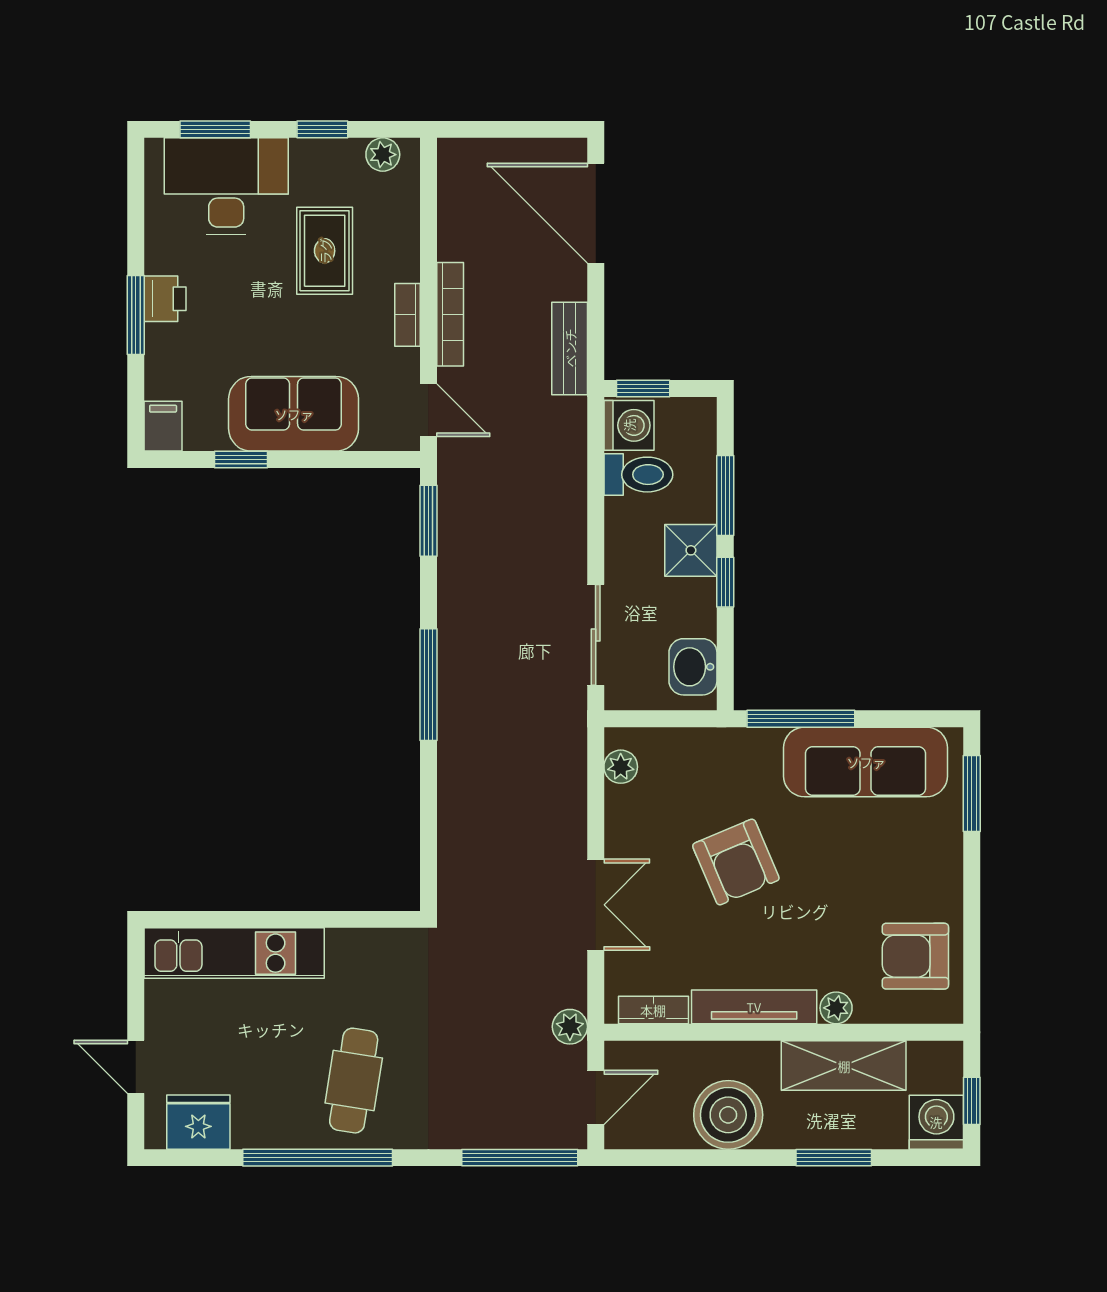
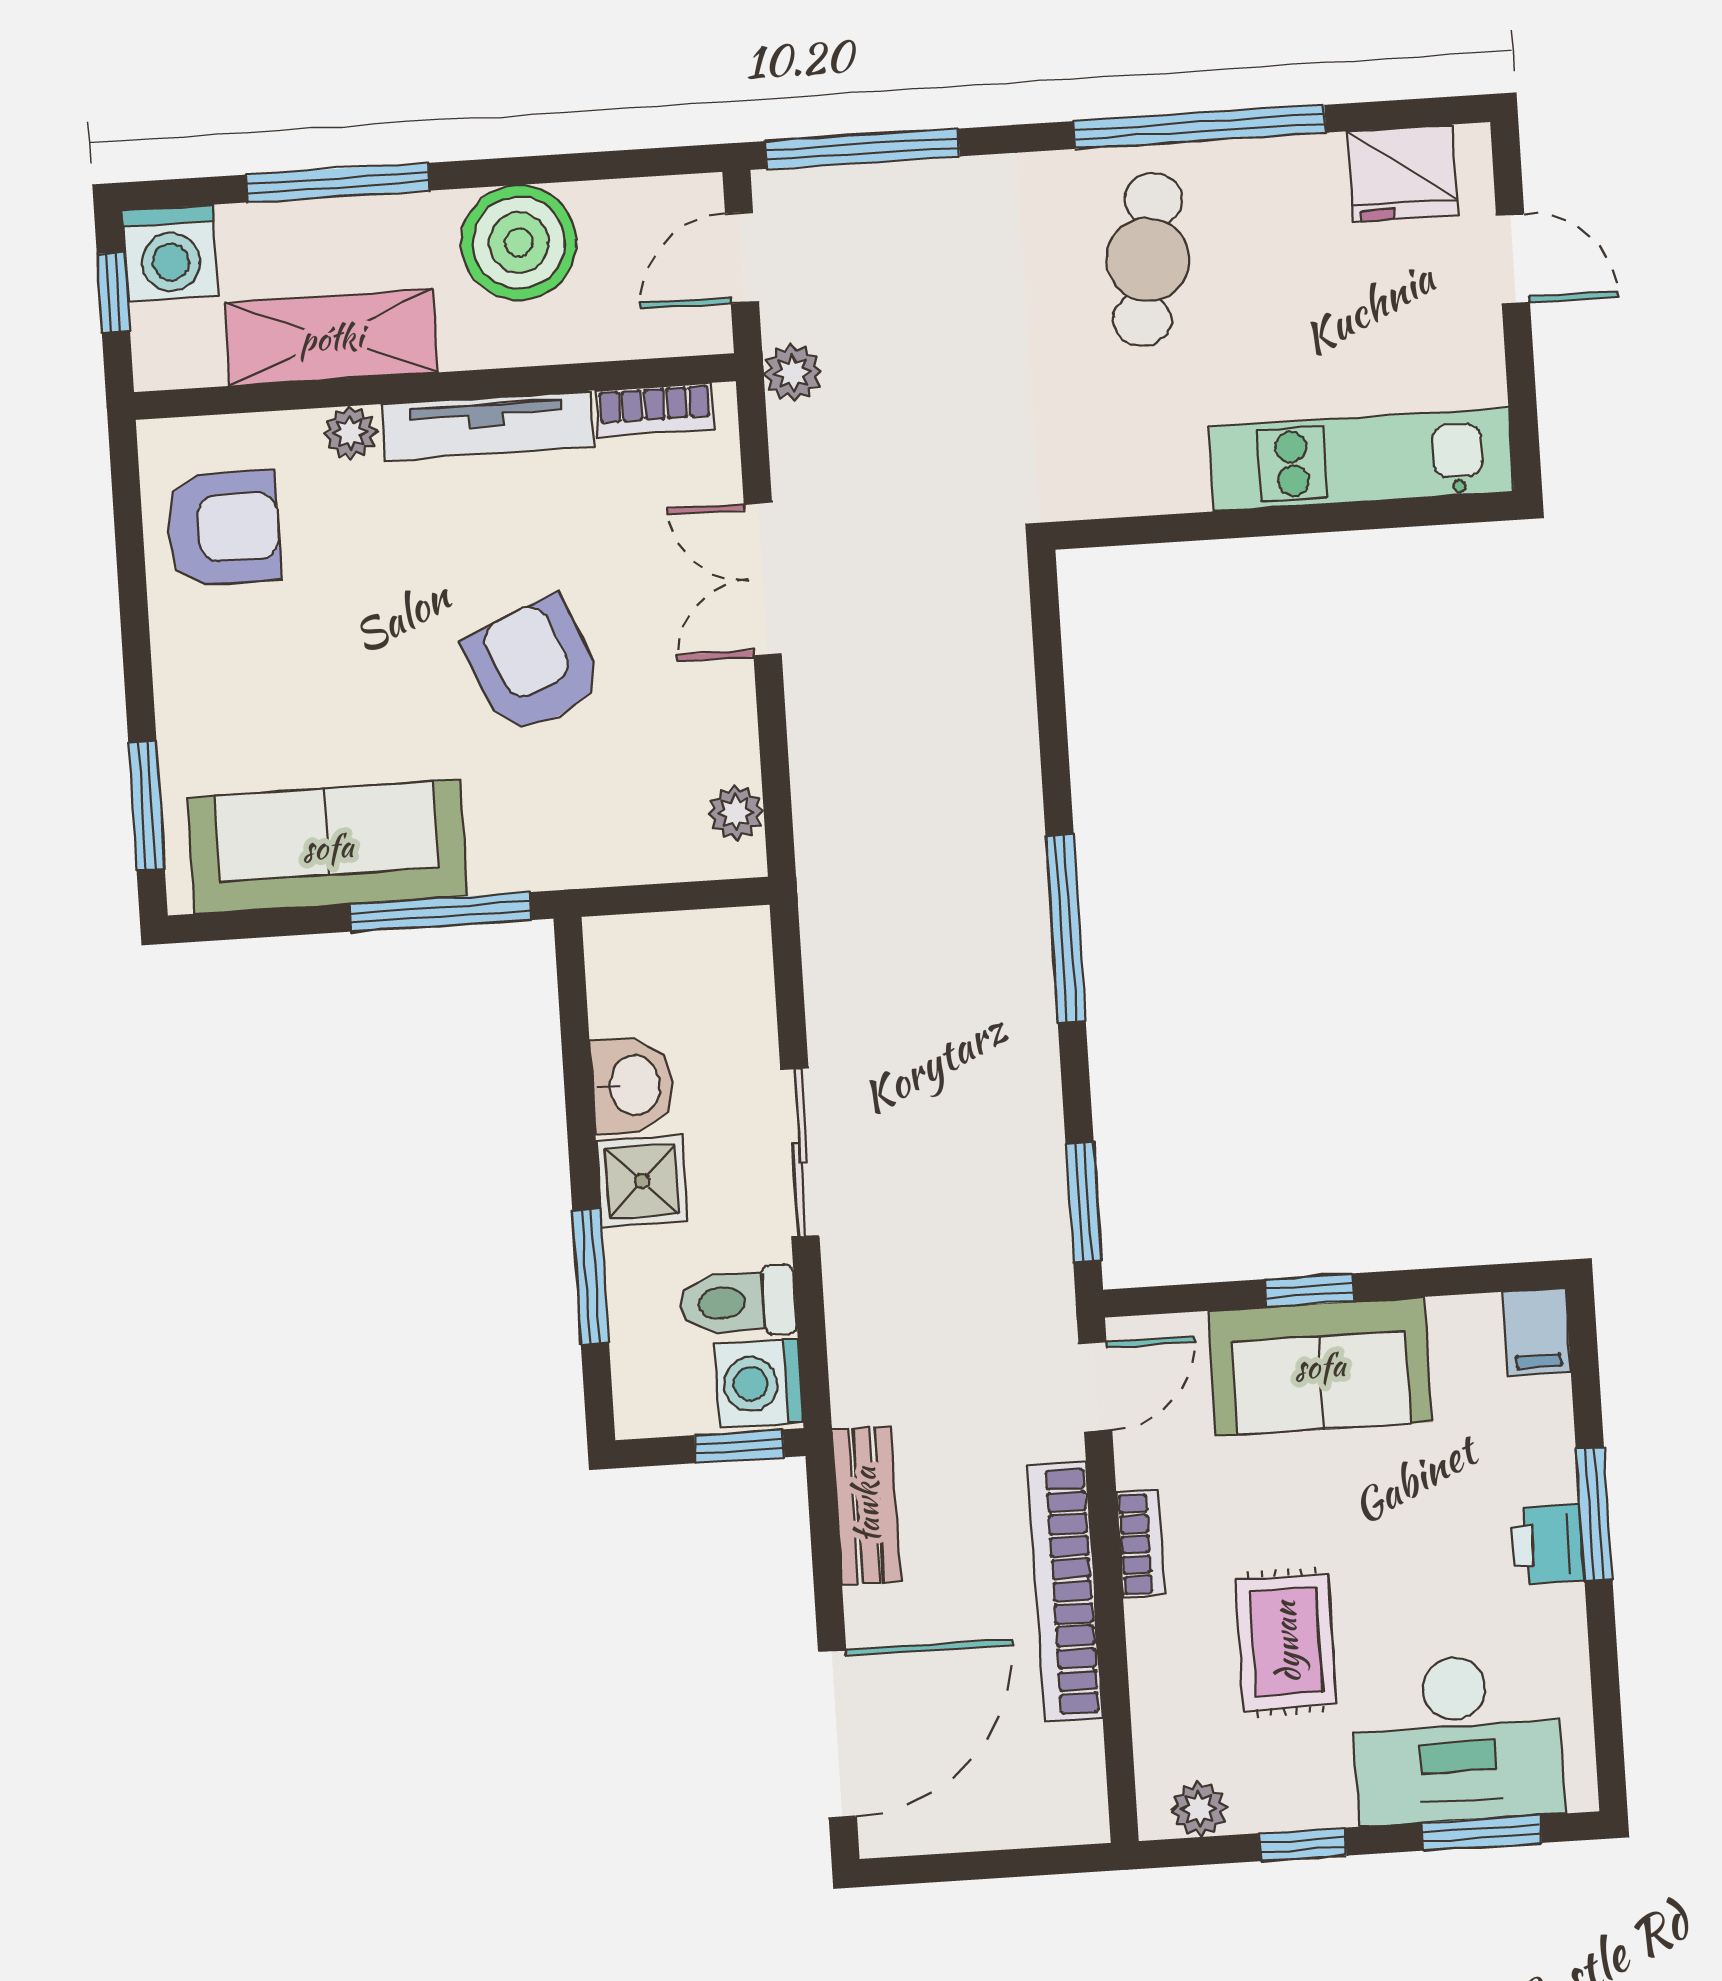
door: (596, 213) -> (837, 1734), hinge flipped
bookcase: (450, 314) -> (1065, 1592), width x1.48, depth x1.31
door: (428, 410) -> (1095, 1387), swing flipped
window: (241, 460) -> (1309, 1290), moved
window: (725, 582) -> (581, 1132), removed
sliding door: (596, 635) -> (800, 1153), moved
washbasin: (693, 667) -> (632, 1085), moved
window: (834, 1158) -> (338, 183), width x1.44

